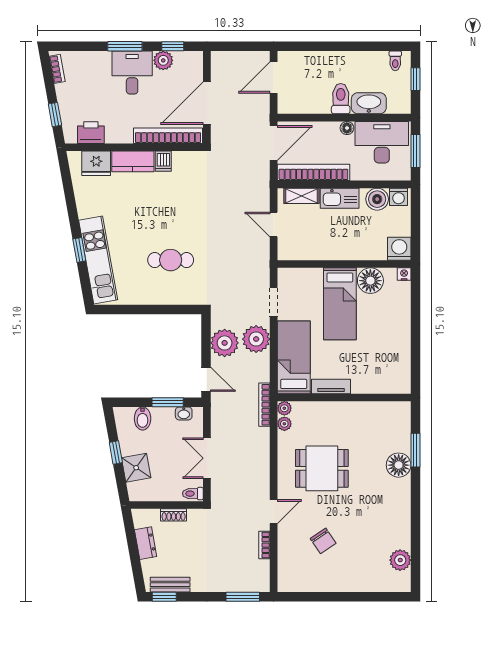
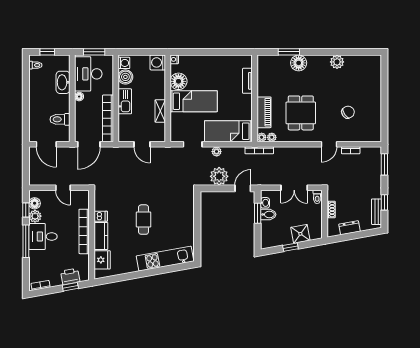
window: (125, 46) -> (26, 241), width x1.44
floor lamp: (183, 60) -> (35, 203), added
toilet: (341, 99) -> (60, 119), moved
door: (207, 103) -> (63, 188), width x0.53
printer: (91, 133) -> (70, 276), moved, turned 80
bookcase: (168, 136) -> (84, 231), moved
door: (274, 143) -> (89, 144), swing flipped
shelving: (302, 196) -> (160, 111), moved
door: (274, 225) -> (142, 144), hinge flipped
window: (79, 250) -> (159, 271), removed
cafe table: (171, 260) -> (144, 220), moved
plant: (256, 339) -> (217, 152), width x0.53, depth x0.53
tv unit: (331, 386) -> (247, 81), moved
piano: (323, 412) -> (264, 112), added
bidet: (143, 419) -> (268, 214), moved
door: (274, 512) -> (329, 144), swing flipped
plant: (400, 560) -> (337, 62), moved
window: (164, 597) -> (384, 202), moved

